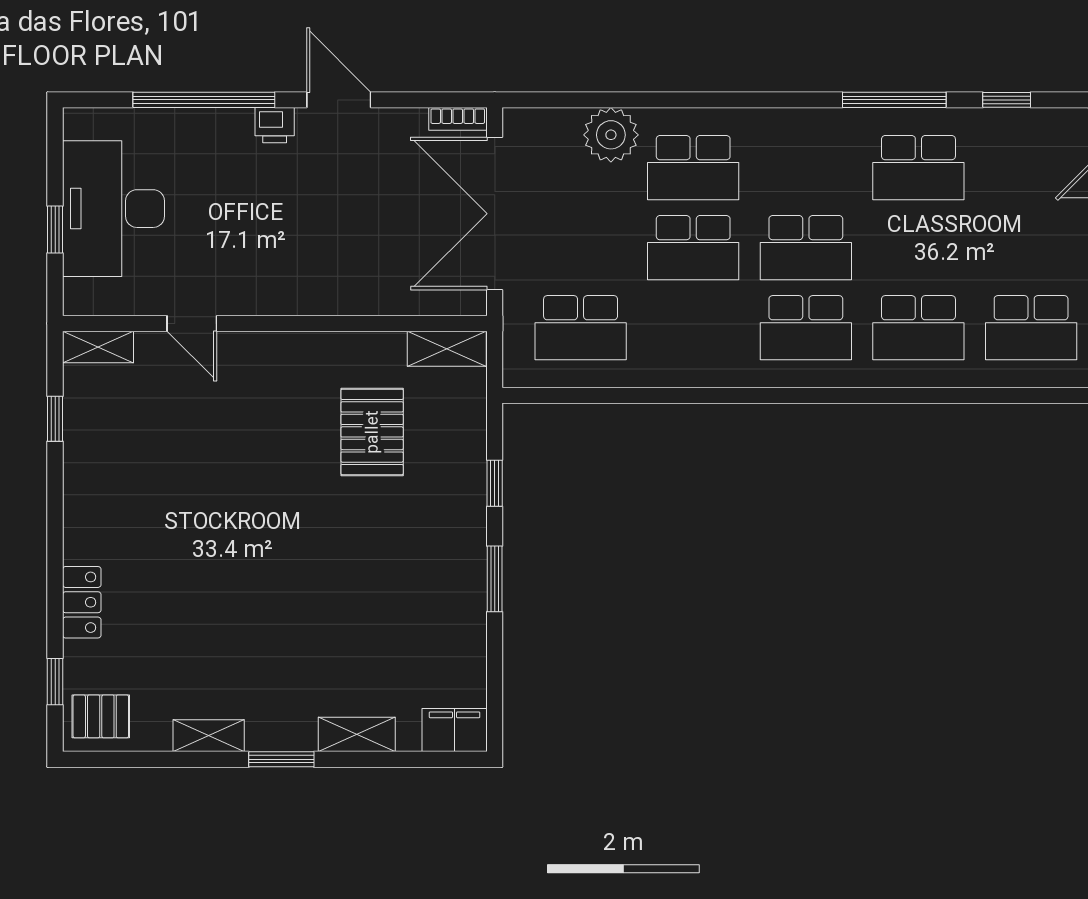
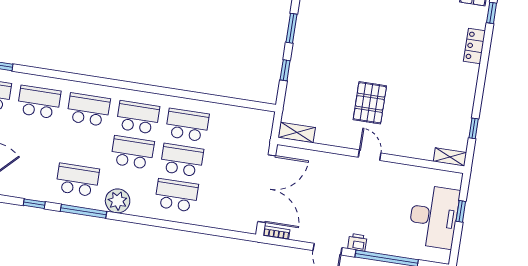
plant: (611, 135) -> (118, 201), moved
door: (192, 323) -> (370, 155), moved
school desk: (581, 328) -> (187, 125), moved
pallet: (372, 432) -> (370, 103), moved

